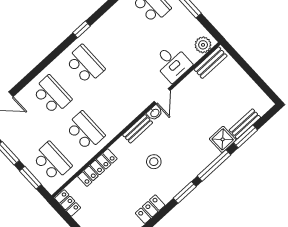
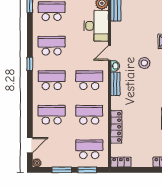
school desk: (118, 34) -> (52, 46), added
desk: (172, 63) -> (96, 26), width x1.37
door: (162, 96) -> (110, 53), swing flipped
school desk: (118, 101) -> (89, 80), added
stool: (154, 162) -> (144, 63), moved

